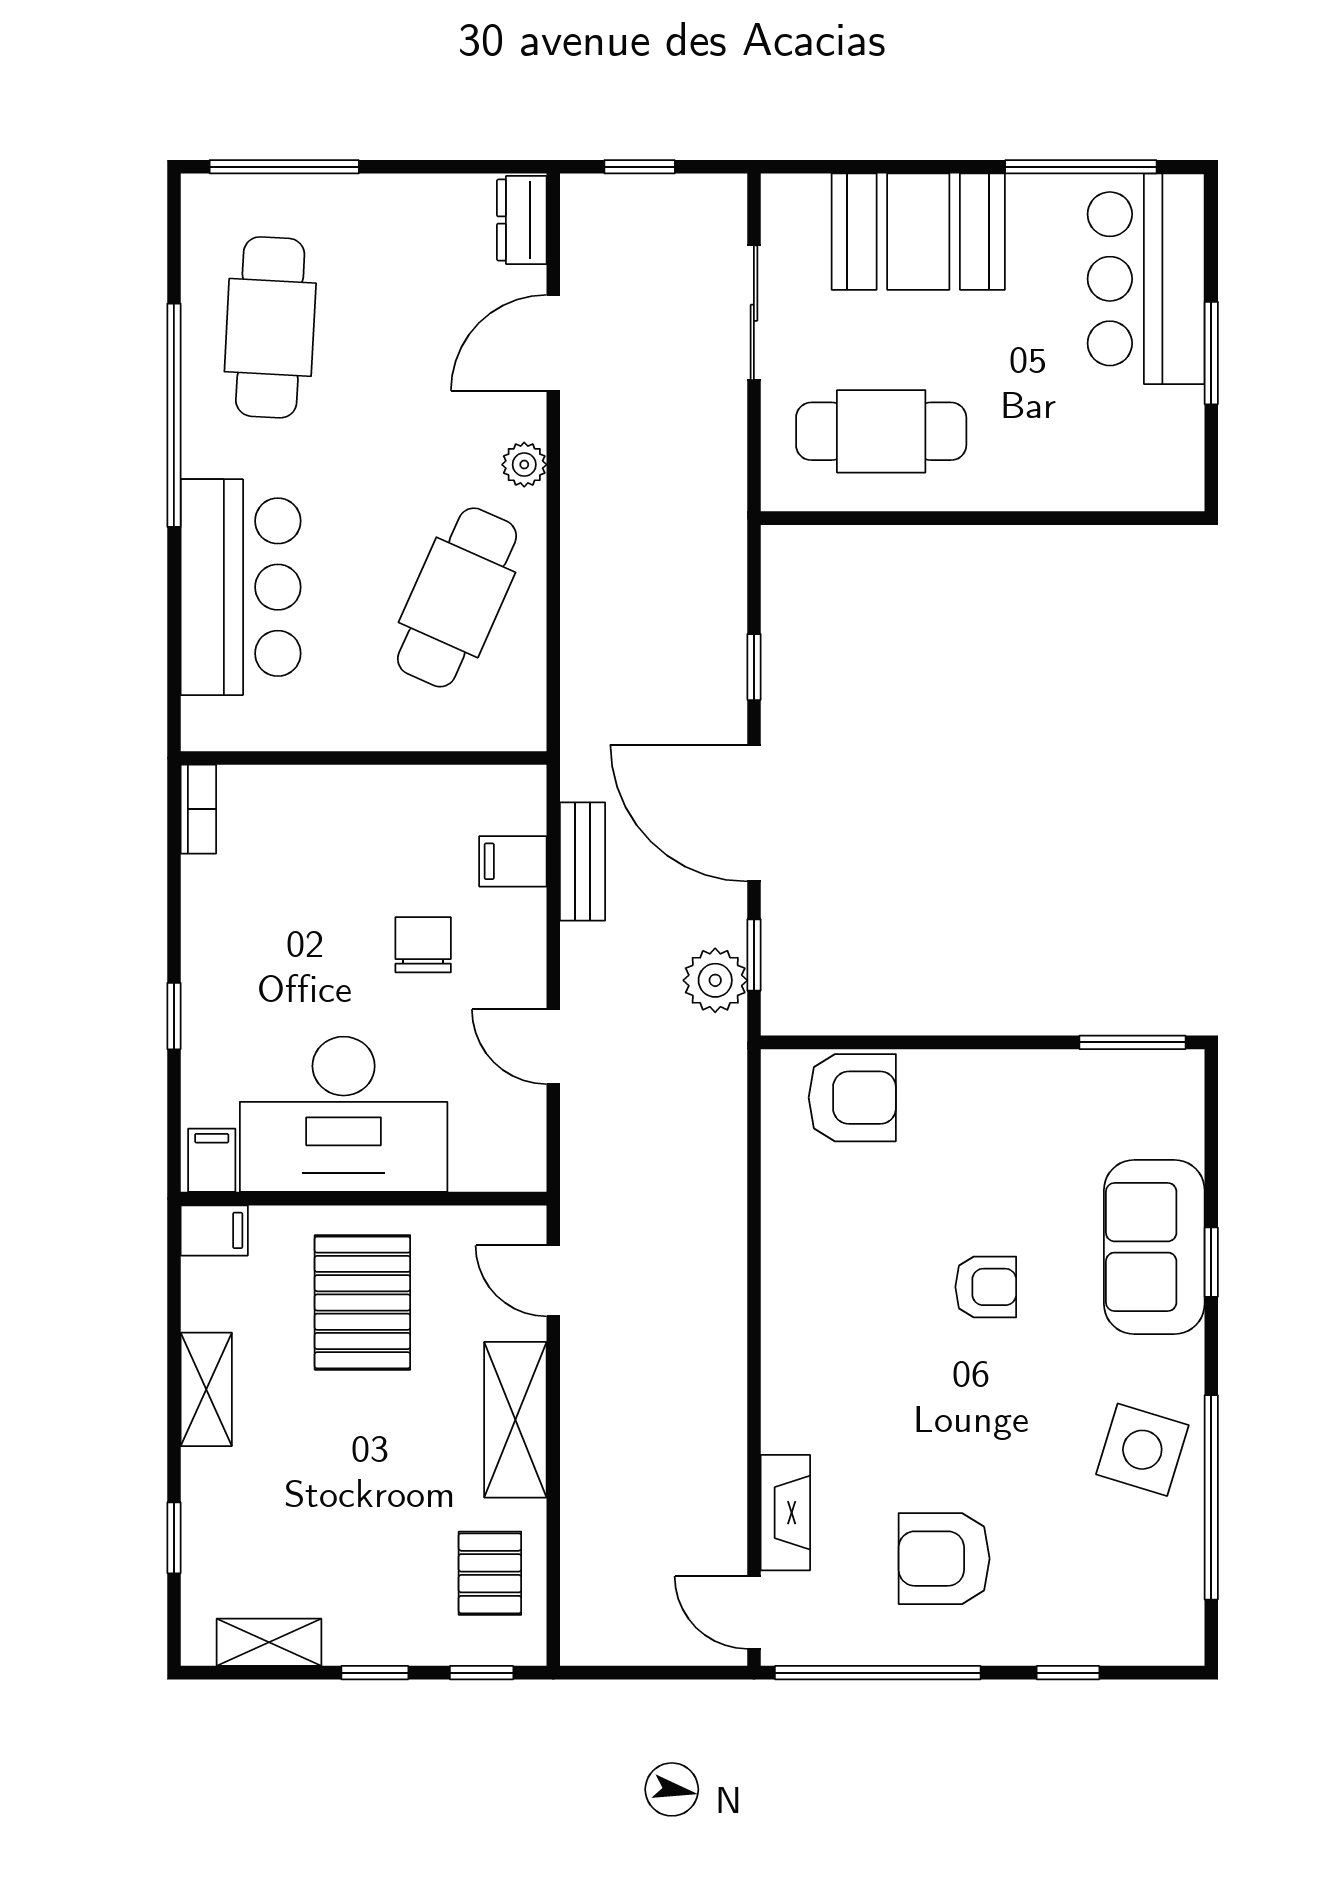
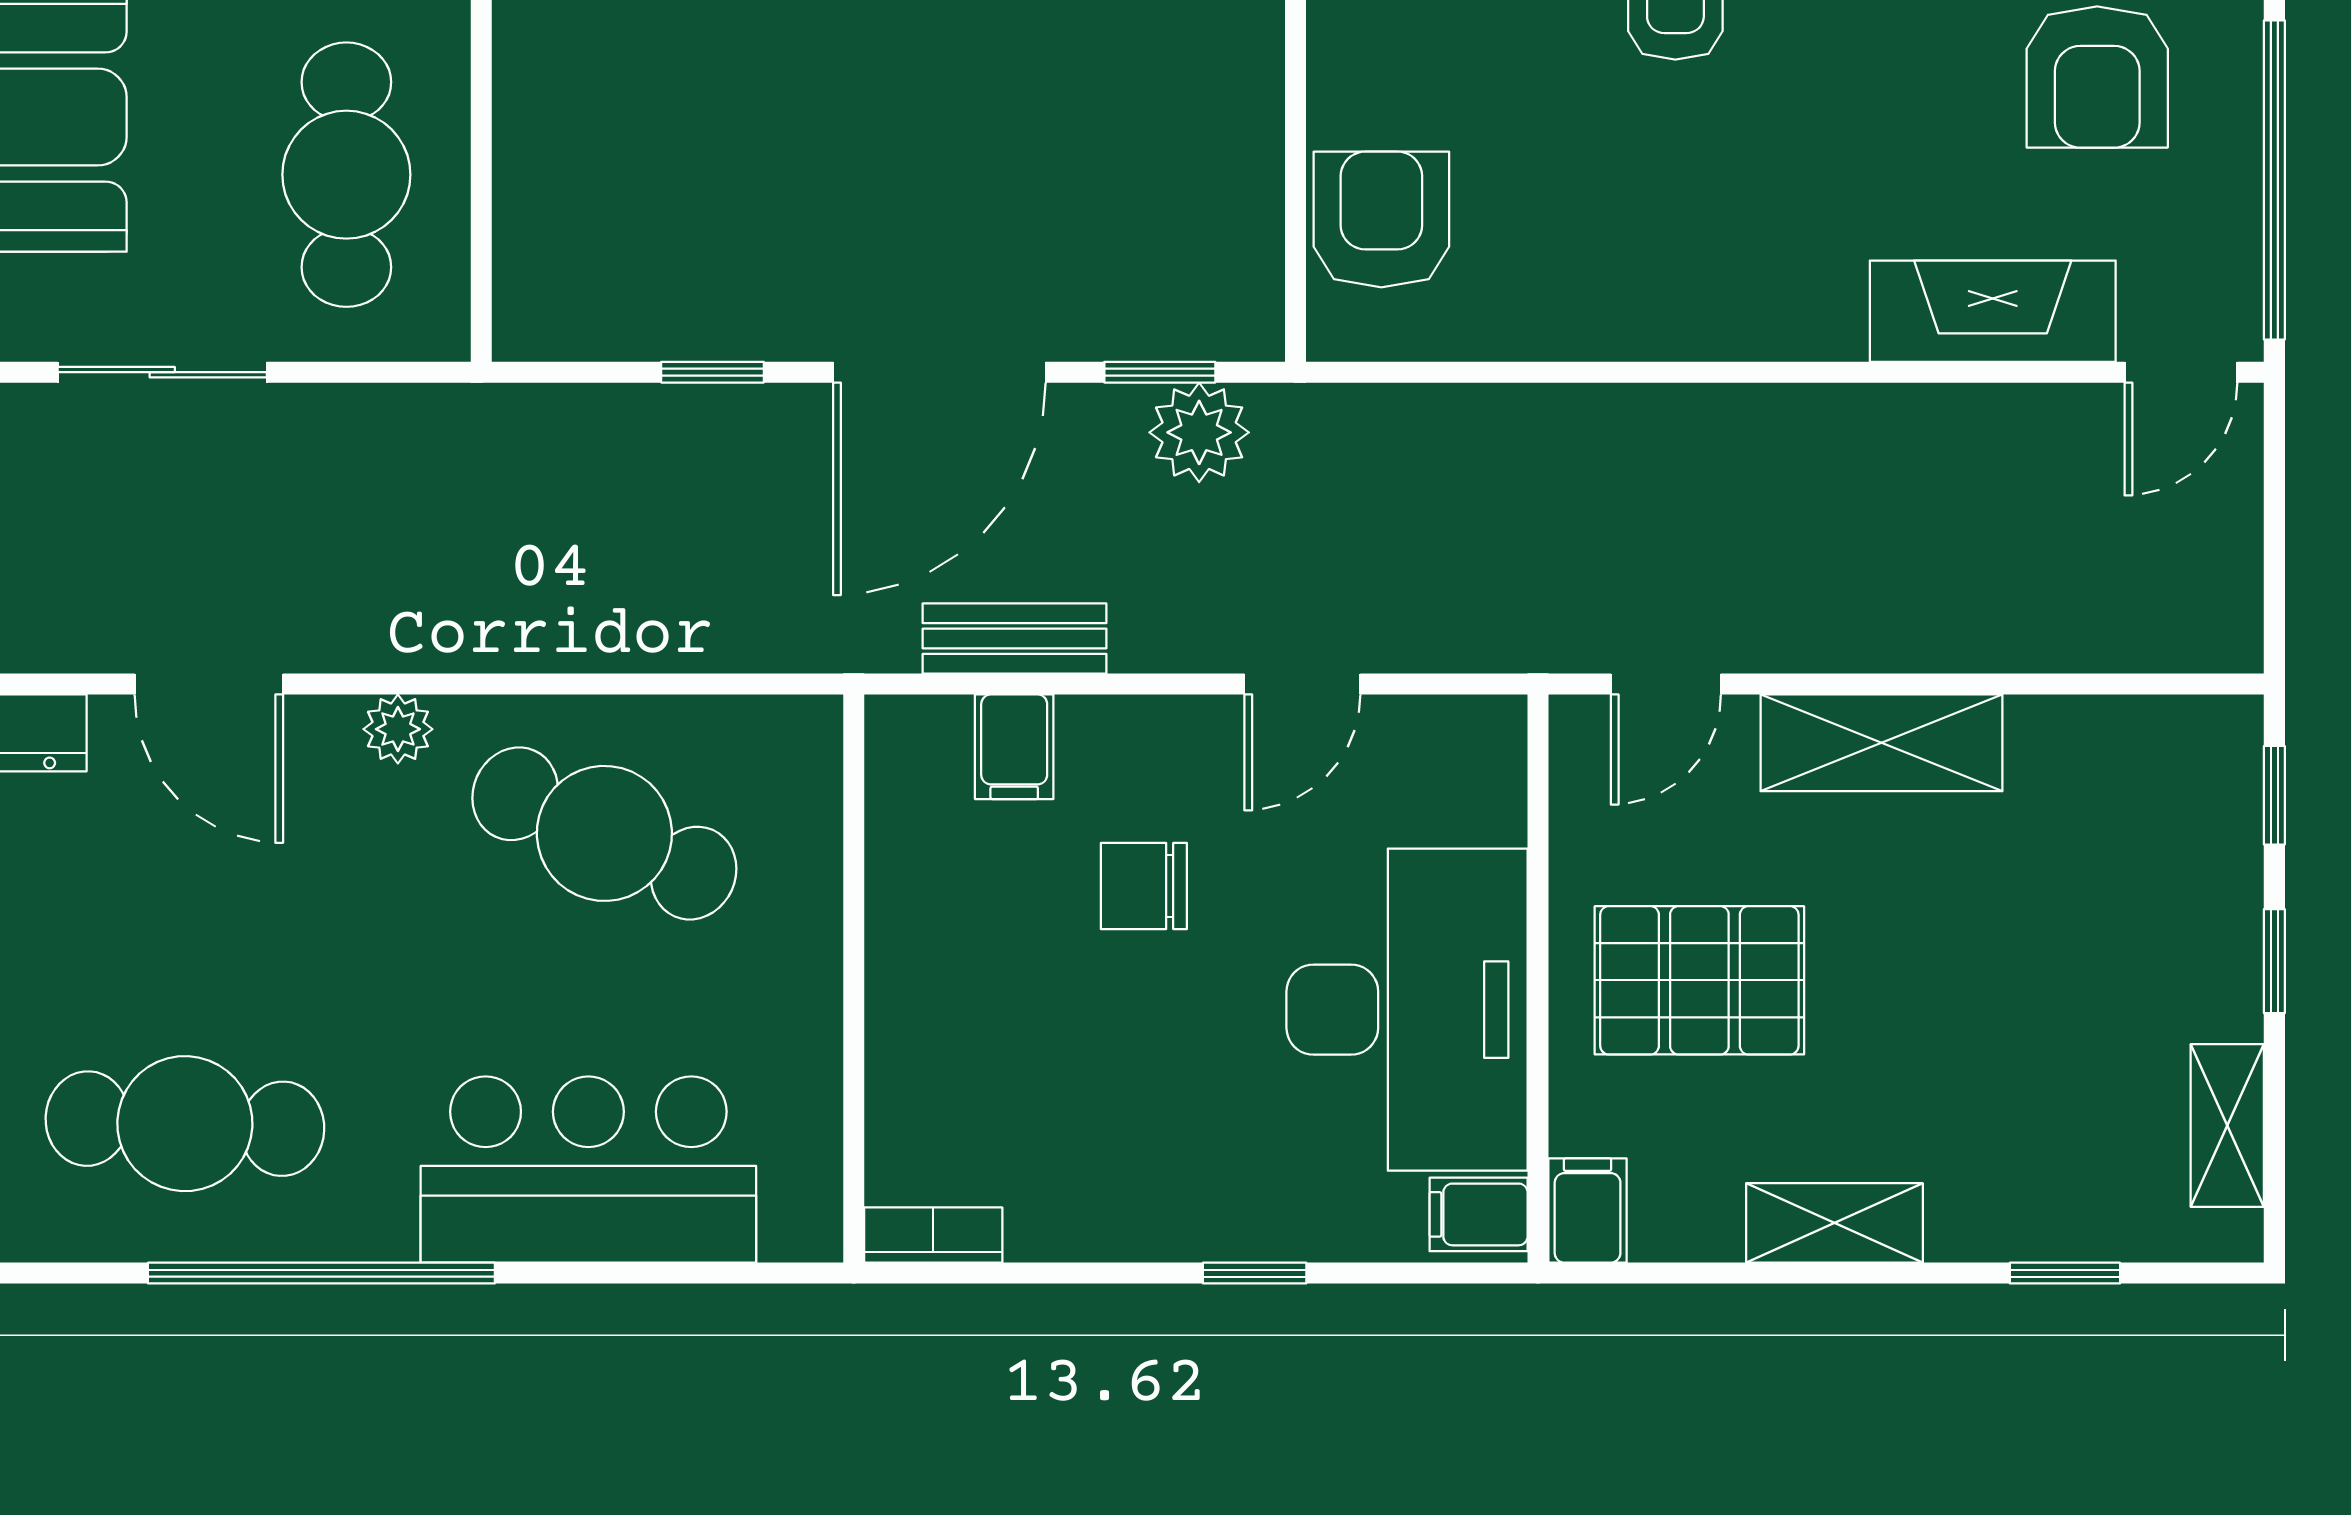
fireplace: (785, 1513) -> (1993, 311), width x1.37, depth x1.32
pallet: (490, 1573) -> (2120, 782), removed

